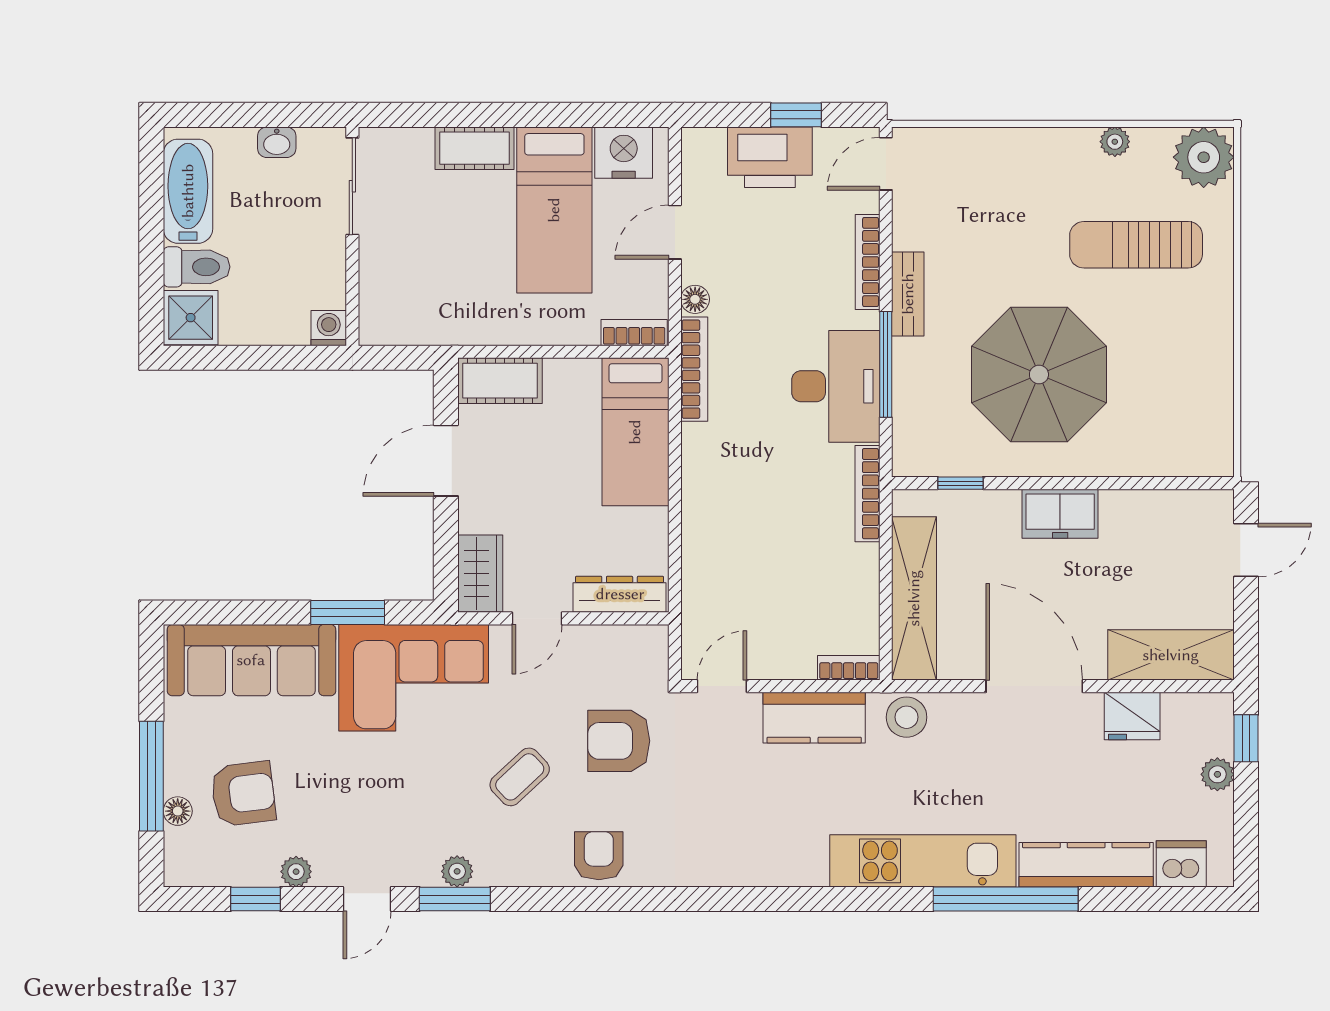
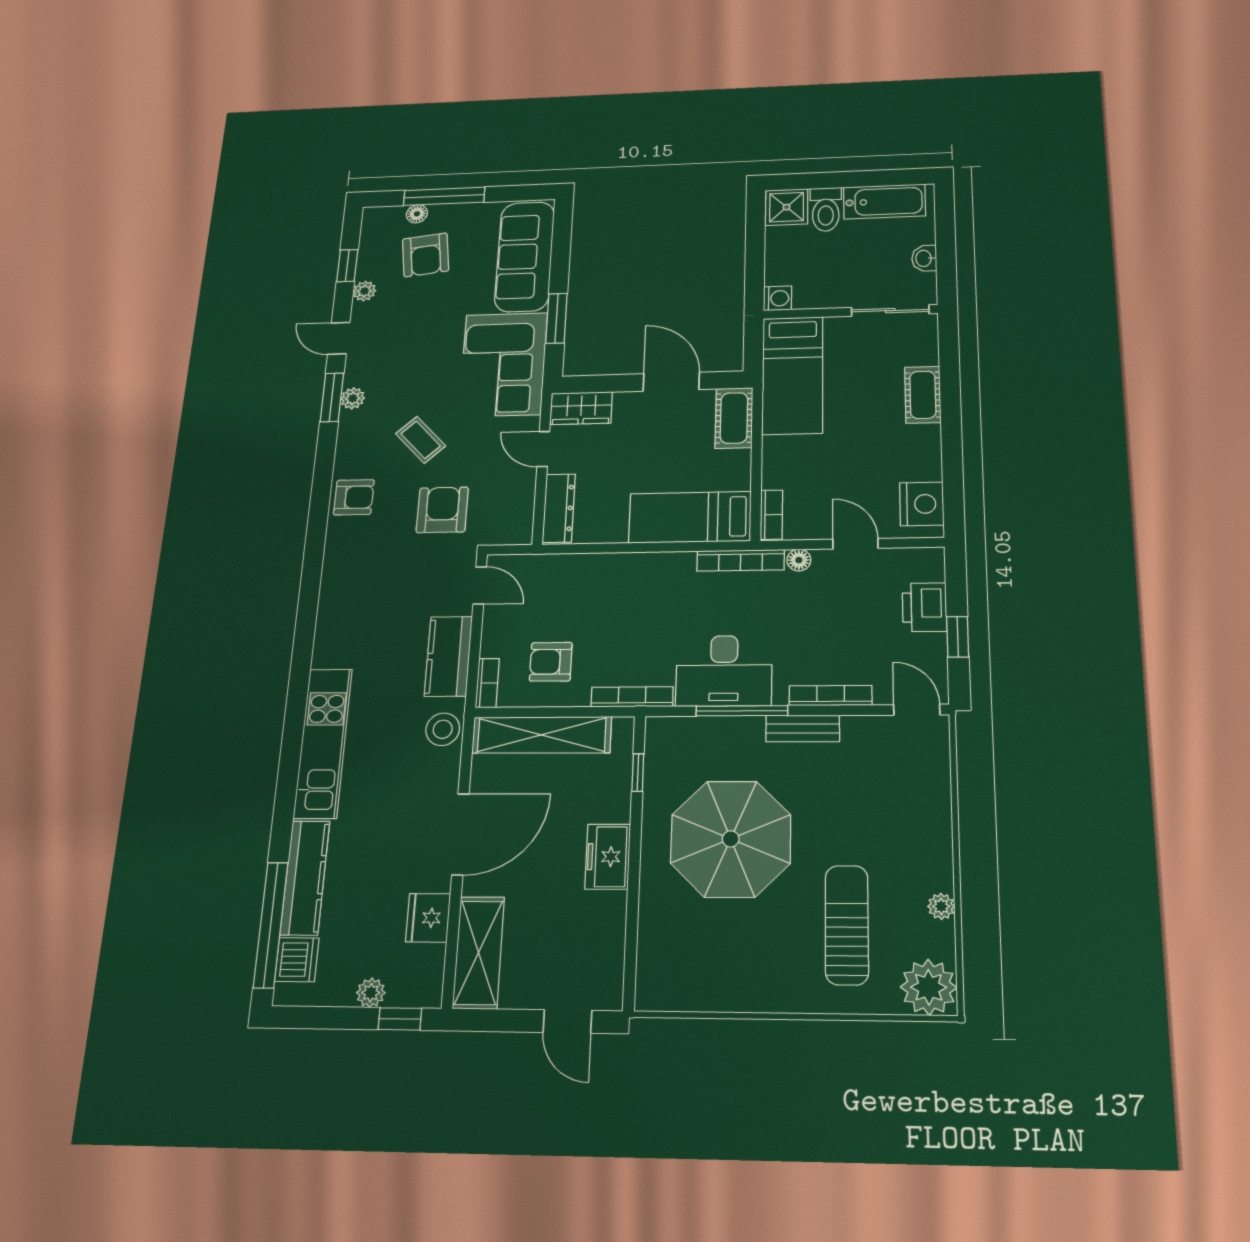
printer: (770, 157) -> (924, 607), width x0.73, depth x0.84
bed: (554, 210) -> (793, 375), moved, turned -90
armchair: (822, 593) -> (551, 662), added
window: (1006, 899) -> (271, 925), moved

